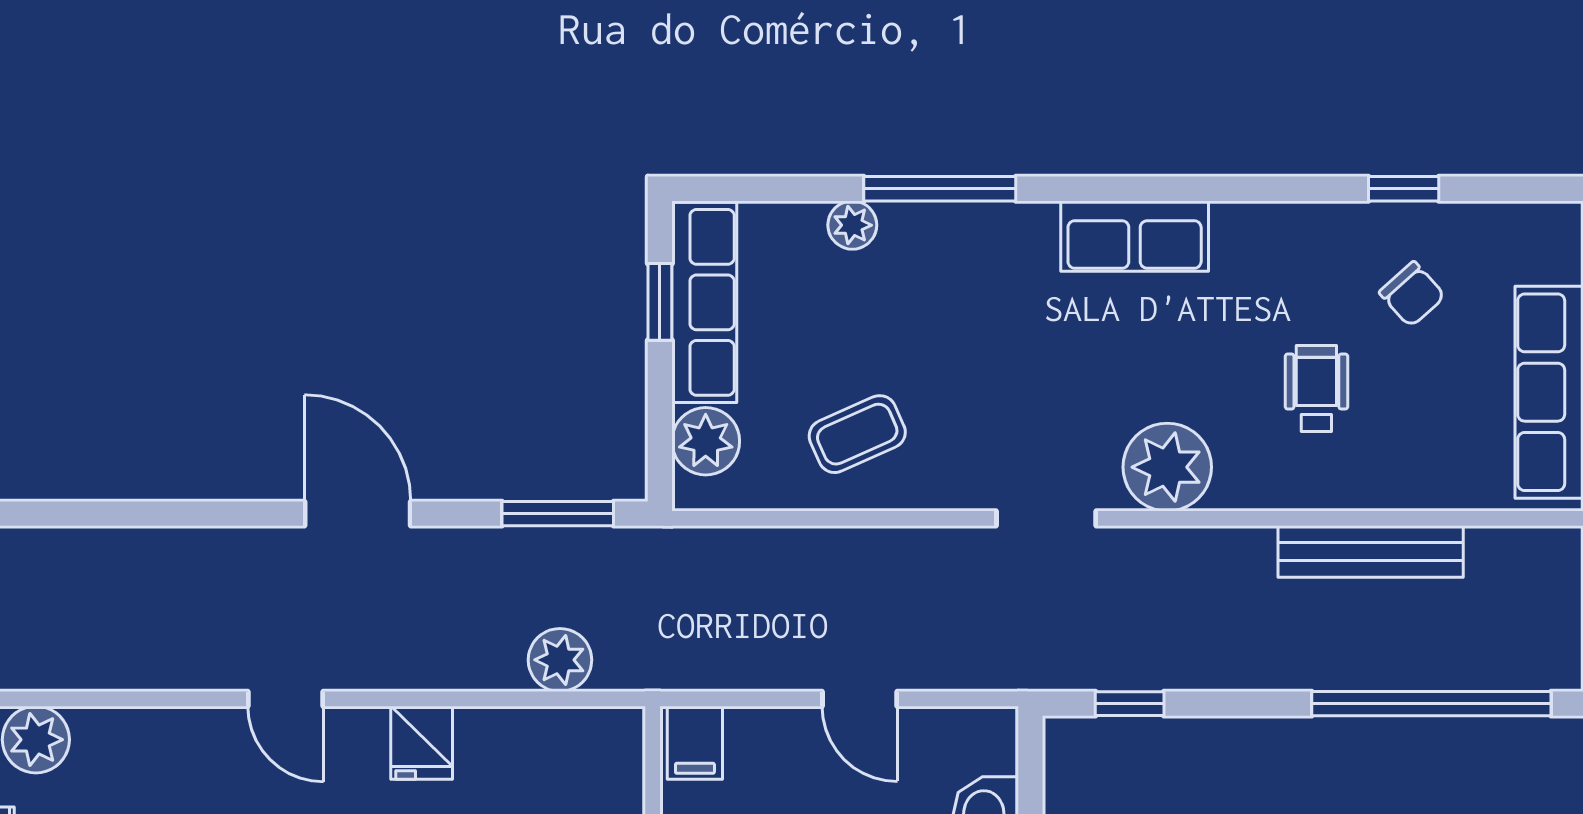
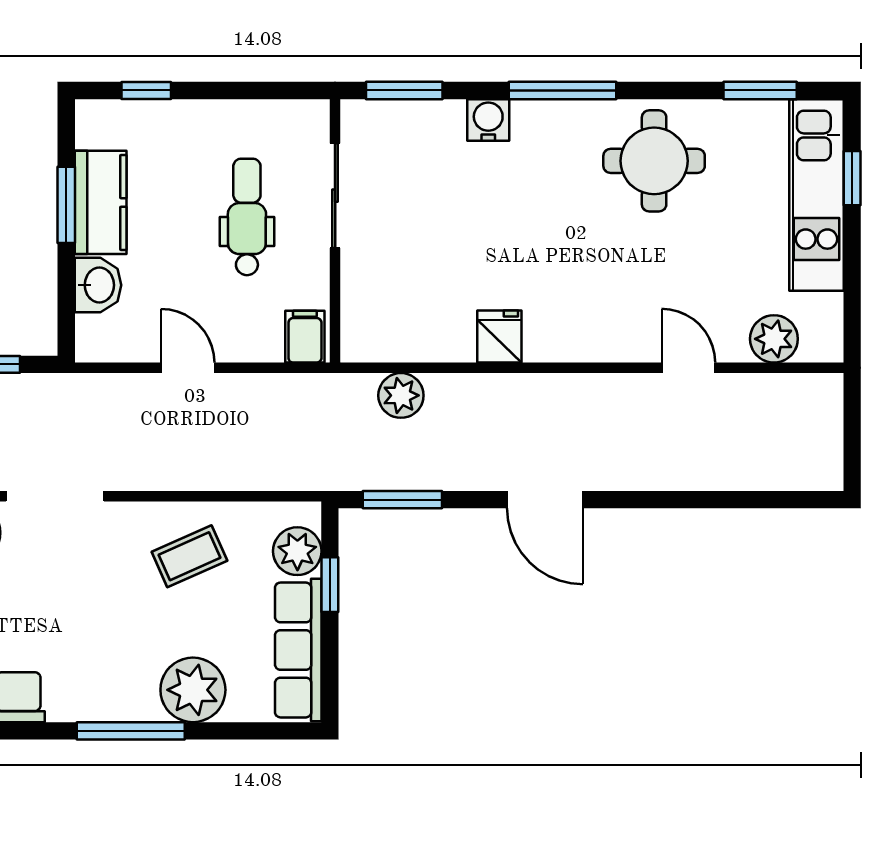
plant: (852, 225) -> (193, 690), width x1.87, depth x1.87
window: (660, 302) -> (330, 585), moved
doorway: (1046, 518) -> (55, 496), width x1.38
door: (285, 699) -> (688, 368), moved

